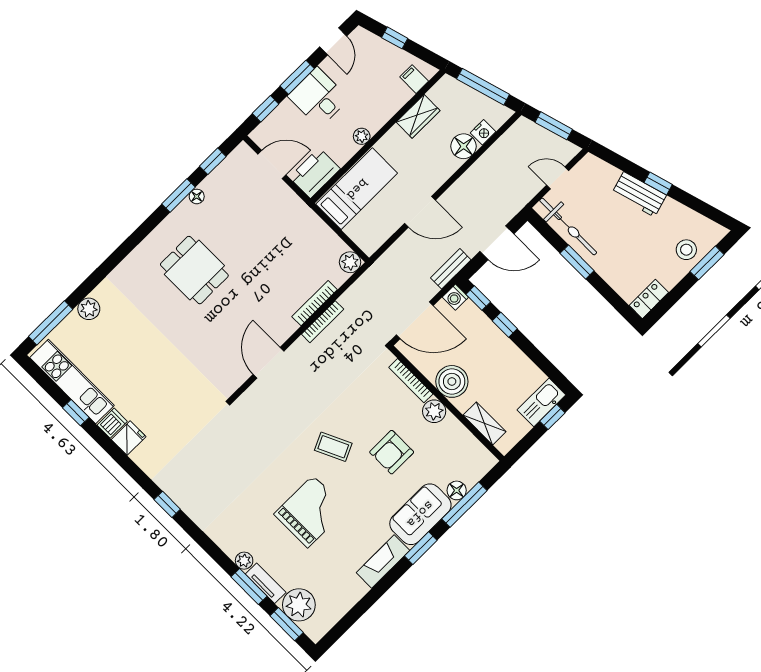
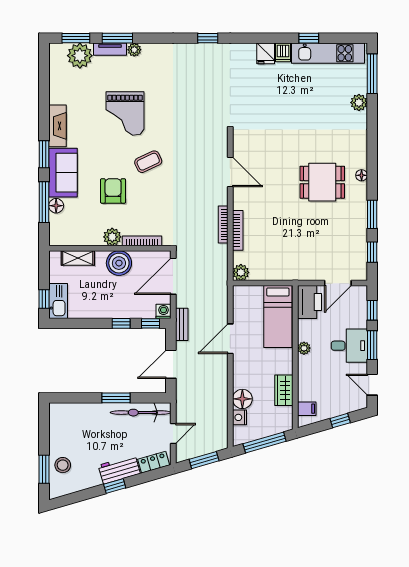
floor lamp: (197, 196) -> (362, 175), moved
locker: (649, 299) -> (154, 462), moved, turned -106

